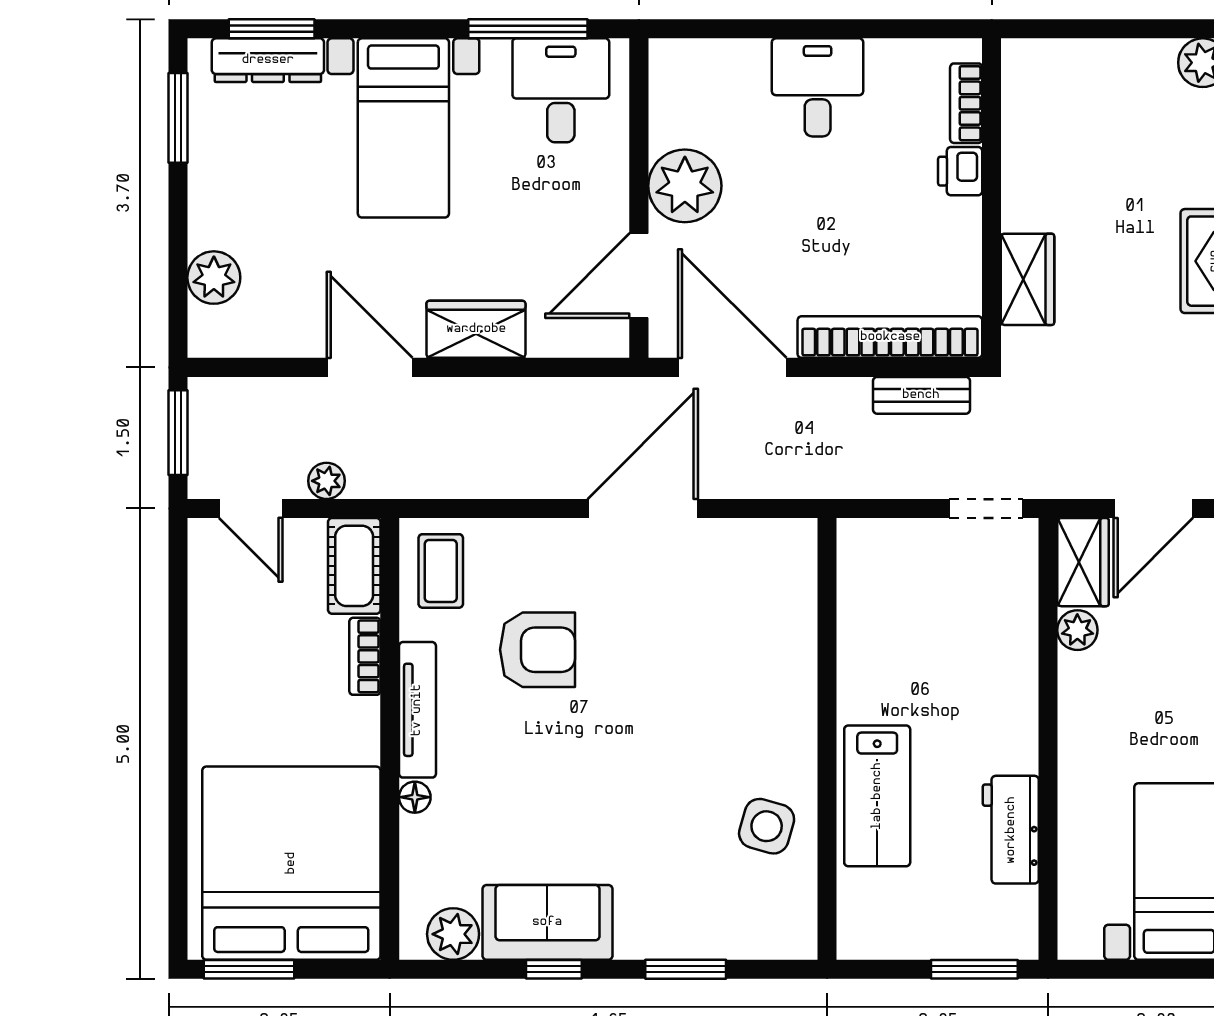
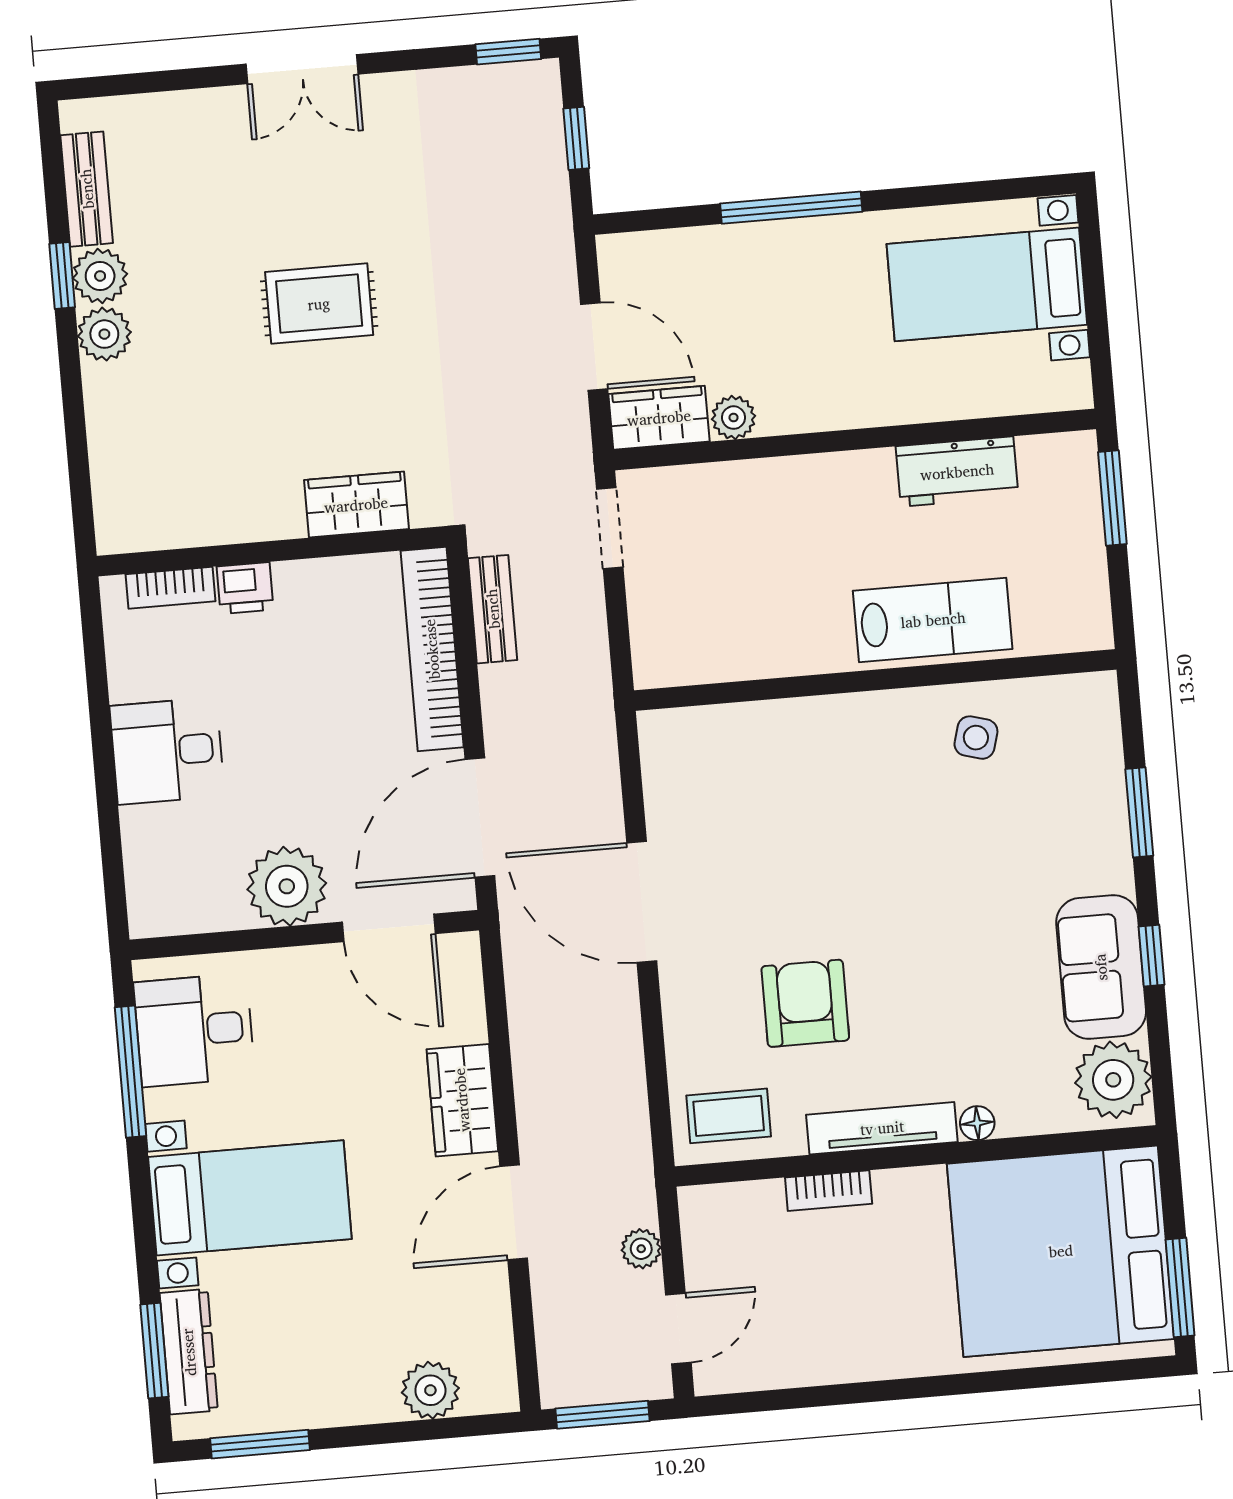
cot: (354, 566) -> (731, 1211), removed
side table: (767, 826) -> (976, 738), width x0.73, depth x0.73
plant: (453, 934) -> (1113, 1080), width x1.36, depth x1.36

